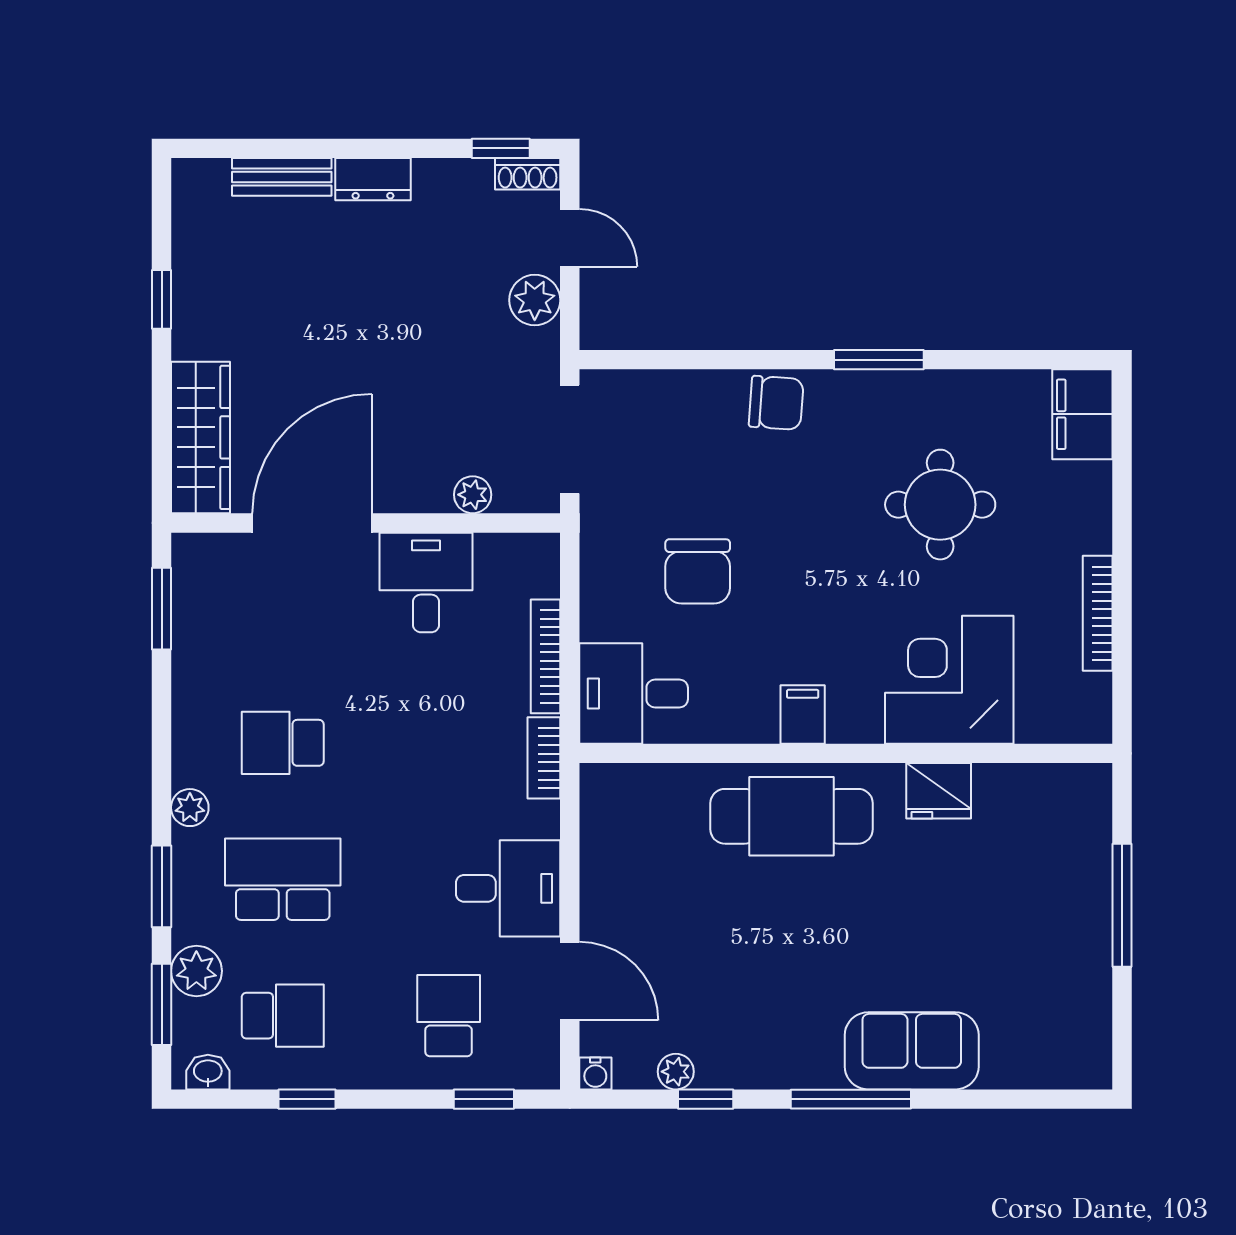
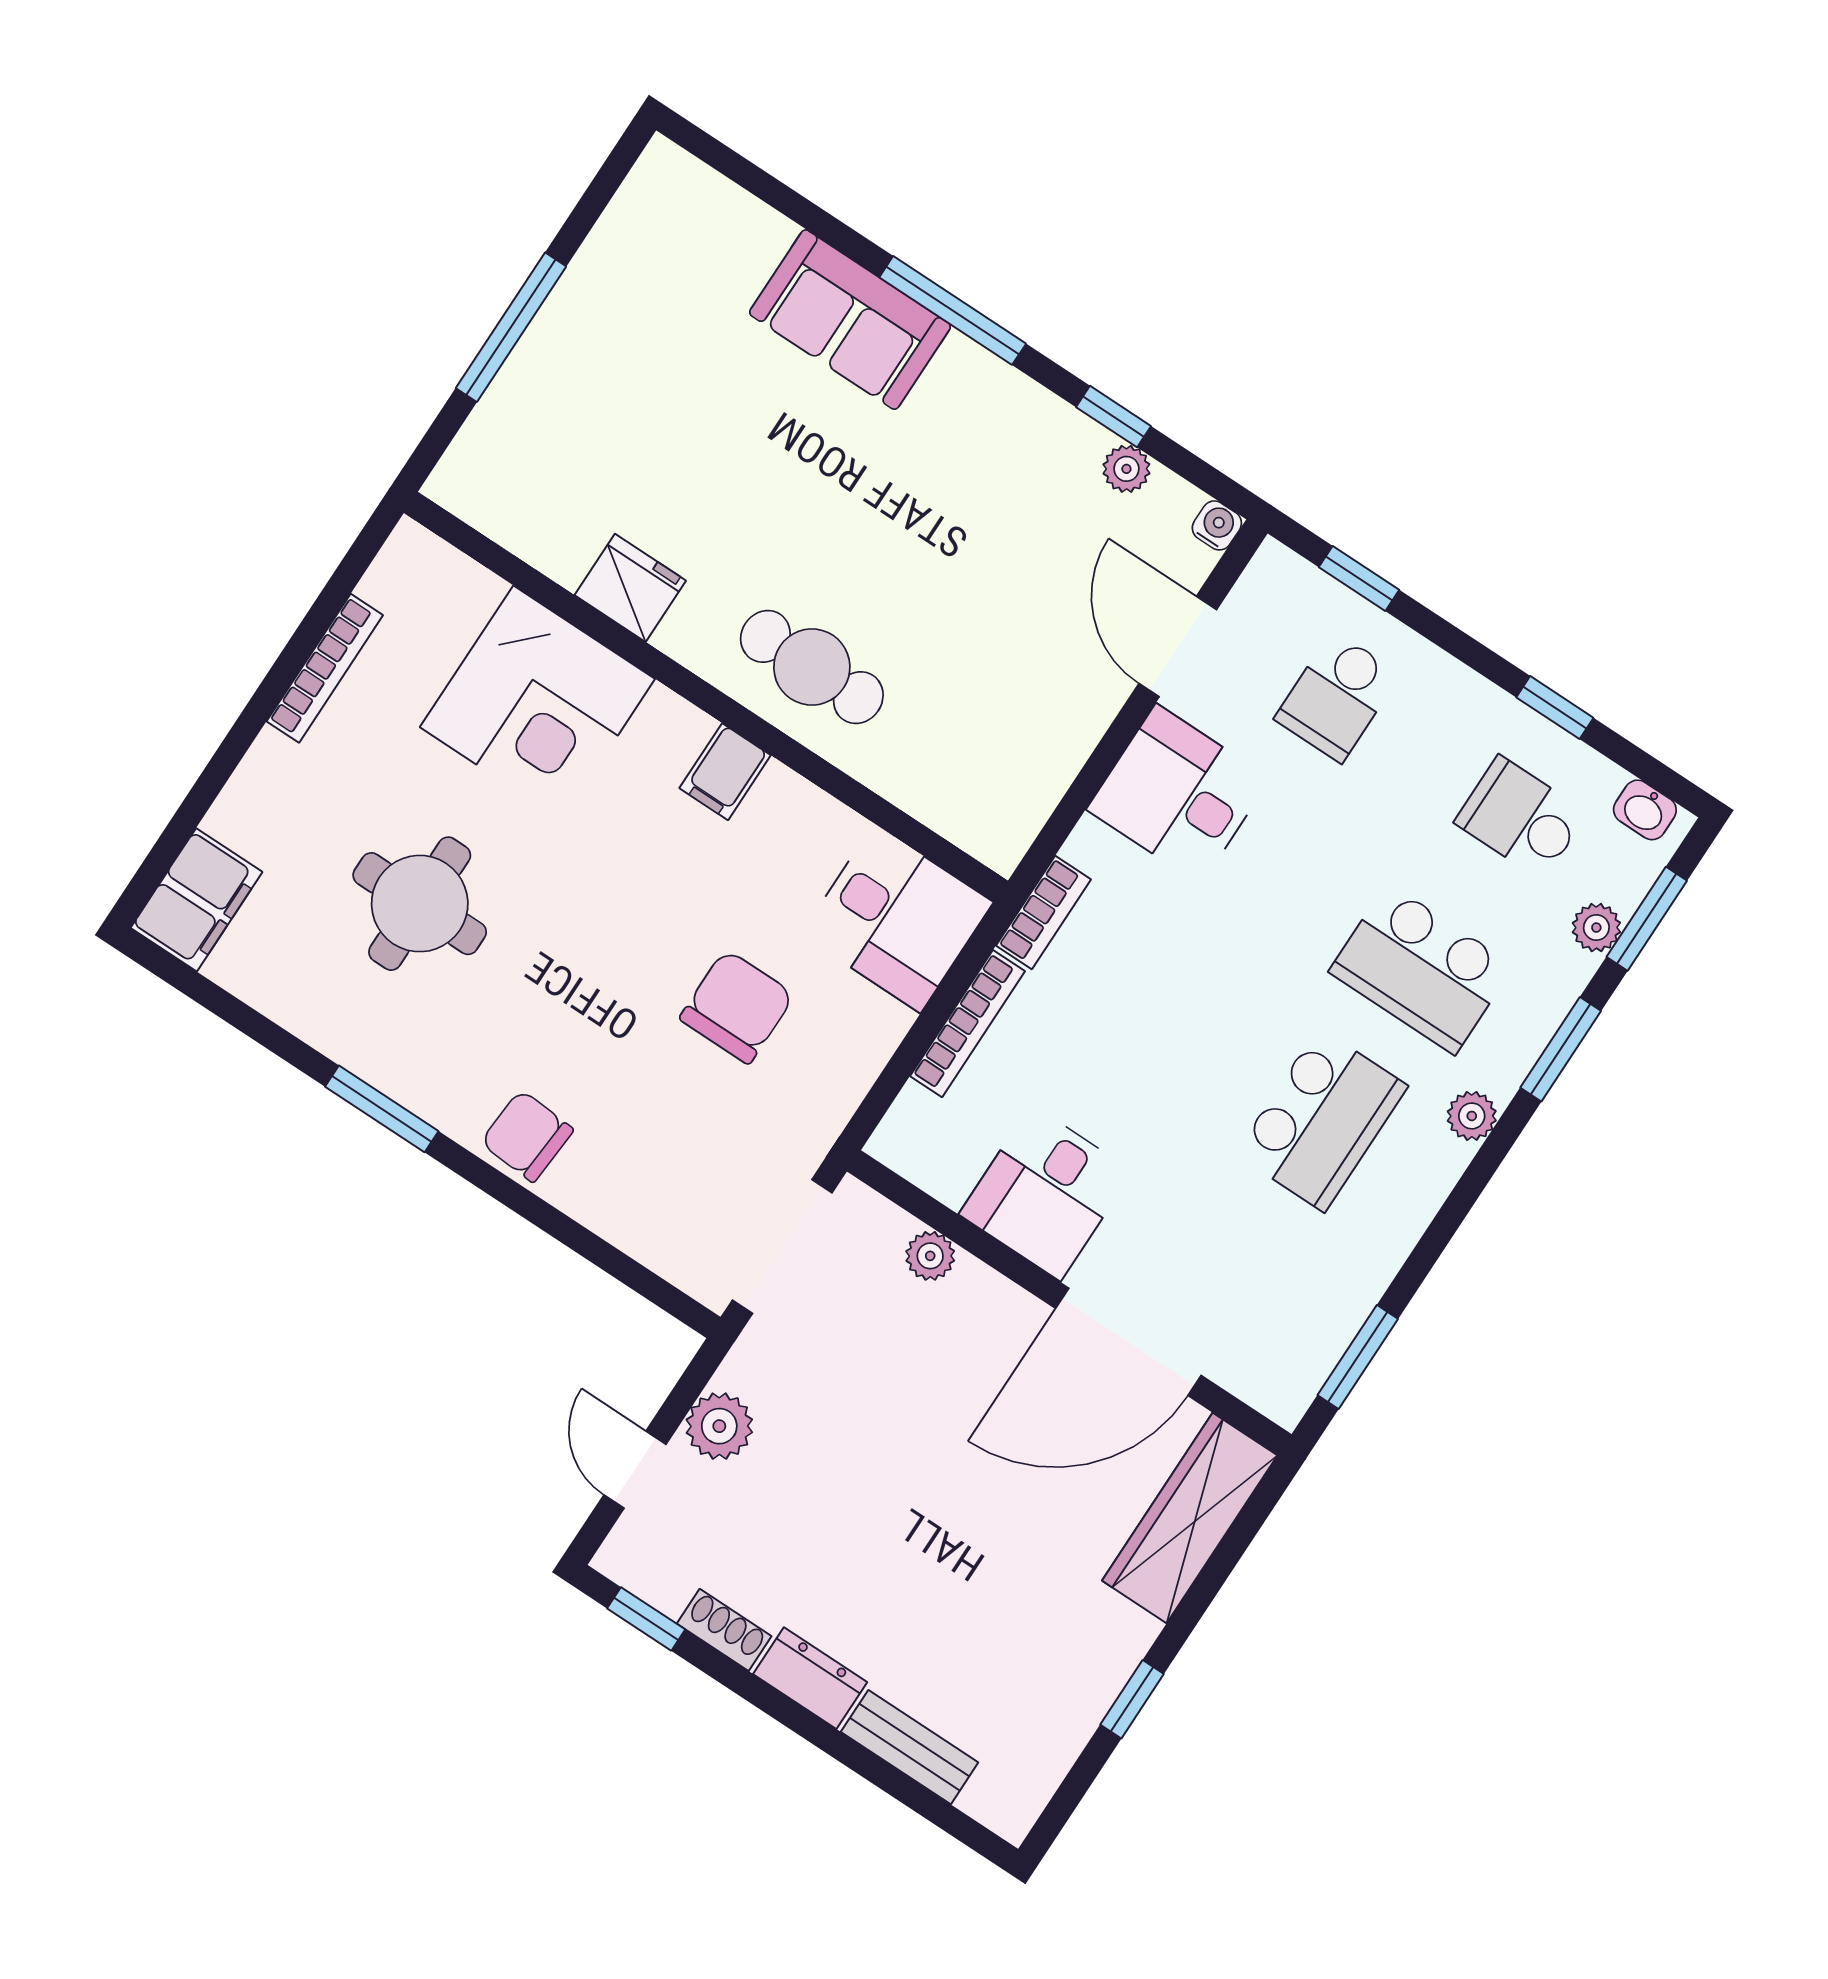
shoe rack: (528, 174) -> (724, 1630), moved
school desk: (283, 743) -> (1322, 1120), width x1.85
cafe table: (792, 816) -> (812, 667), width x0.73, depth x0.74
plant: (196, 971) -> (1596, 928), width x0.73, depth x0.73

